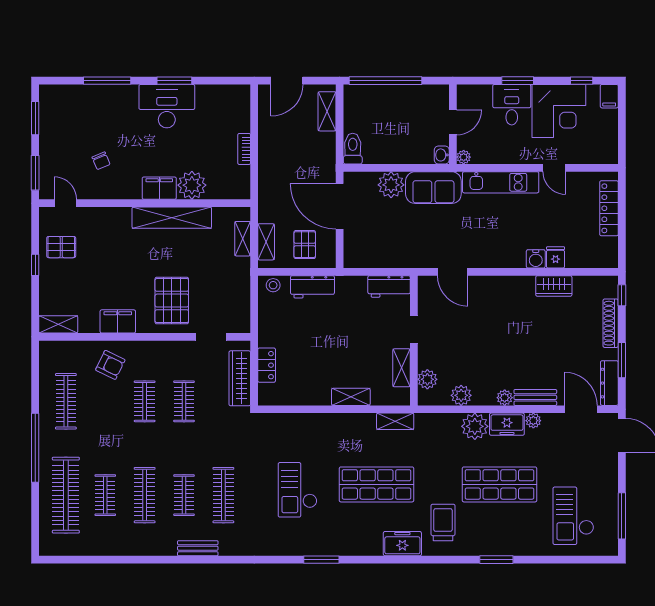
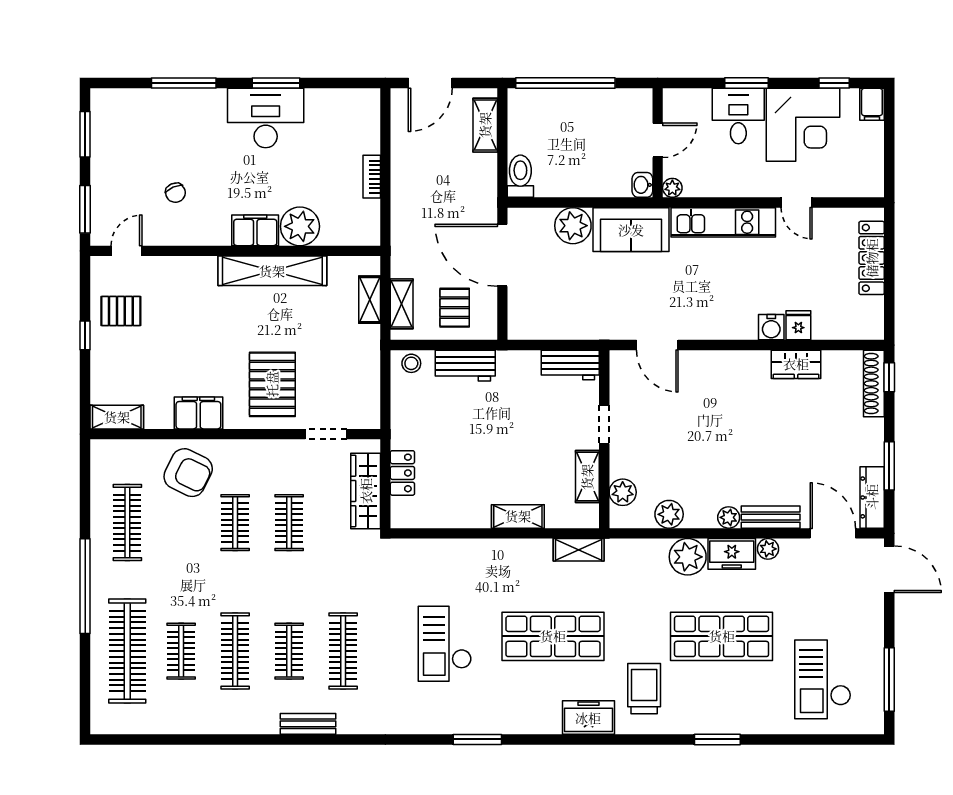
door: (65, 203) -> (127, 251), hinge flipped
shoe rack: (611, 323) -> (874, 384), moved
armchair: (110, 365) -> (188, 473), width x1.38, depth x1.38

